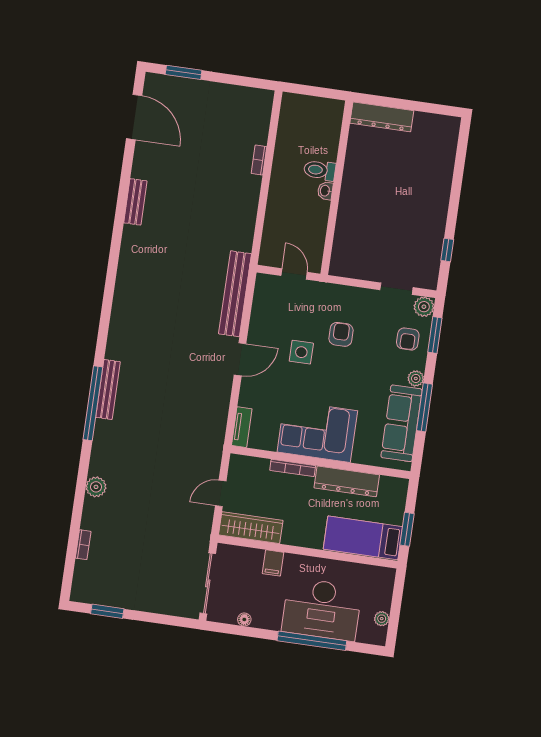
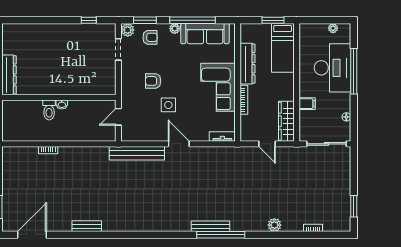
window: (424, 407) -> (193, 20), width x1.46

